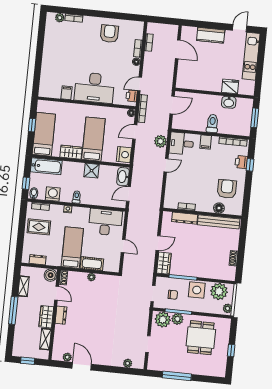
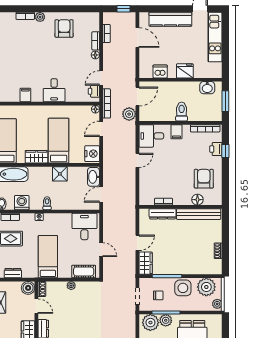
plant: (60, 18) -> (40, 17), moved
window: (167, 21) -> (124, 9), added
kitchen counter: (211, 35) -> (170, 19), width x1.50
dishwasher: (196, 84) -> (160, 72), added
fridge: (230, 86) -> (185, 71), moved
desk: (94, 88) -> (54, 90), width x0.53, depth x0.77
washbasin: (229, 102) -> (207, 88), moved
plant: (160, 141) -> (129, 114), moved
desk: (105, 222) -> (84, 226), width x0.73
cot: (92, 264) -> (84, 271), moved

